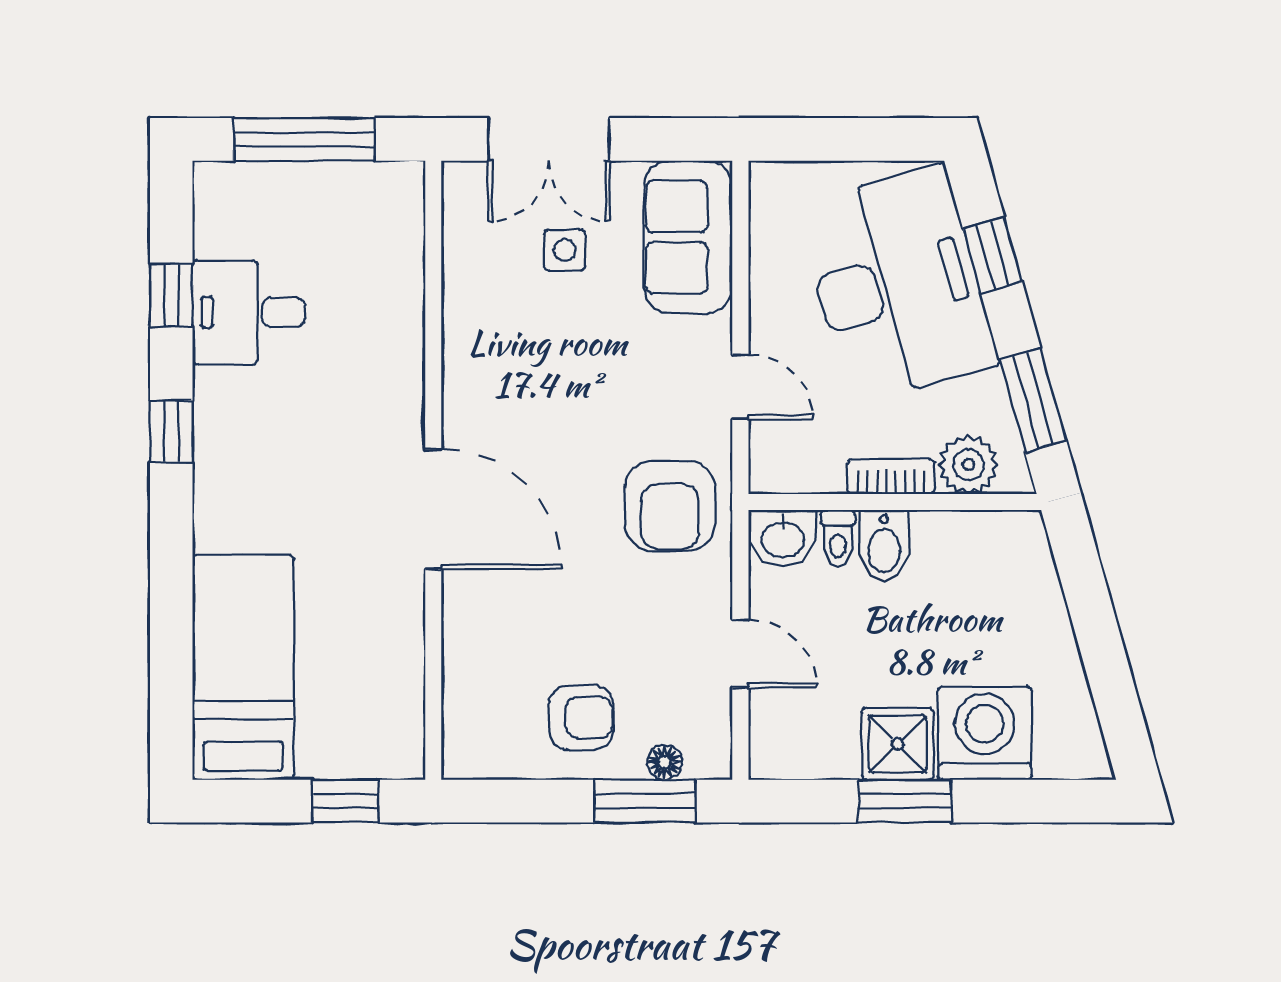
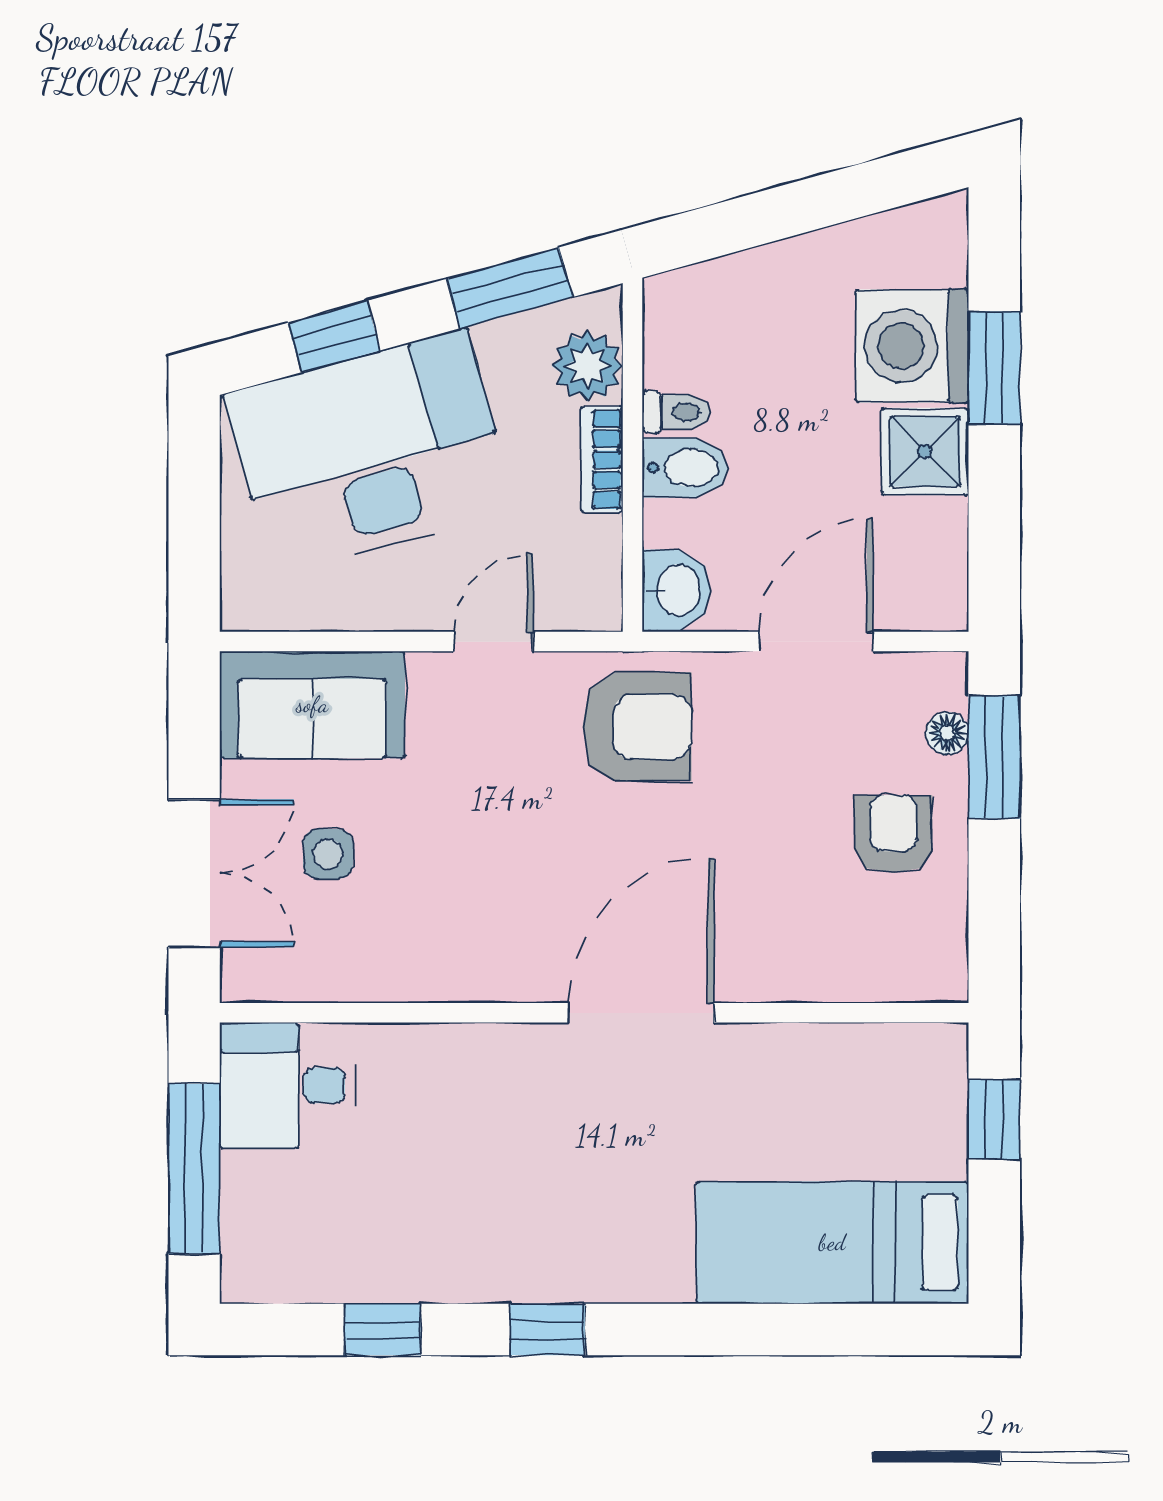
desk: (249, 312) -> (288, 1085), moved, turned 90
toilet: (838, 538) -> (676, 412), moved
door: (740, 654) -> (816, 642), width x1.38
window: (905, 801) -> (994, 368), moved

